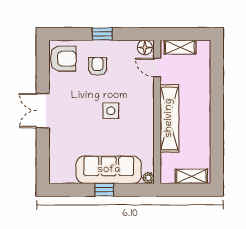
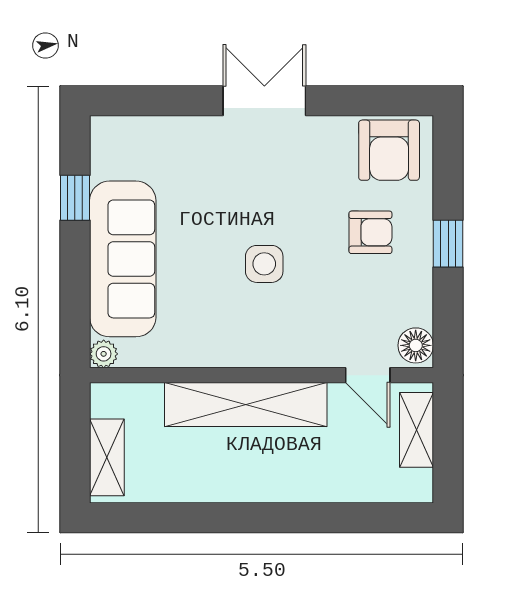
door: (157, 67) -> (368, 375), swing flipped
window: (104, 190) -> (75, 198), moved

